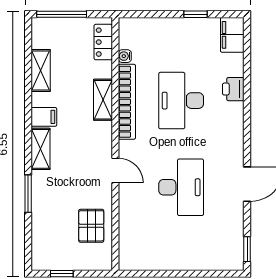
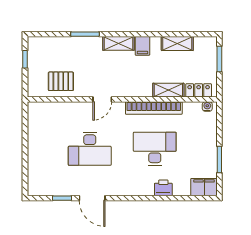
window: (62, 14) -> (219, 59), width x0.69
window: (195, 14) -> (219, 159), width x1.50
water cooler: (125, 56) -> (207, 106), moved
shelving: (103, 100) -> (168, 90), moved
window: (247, 249) -> (62, 198), moved

